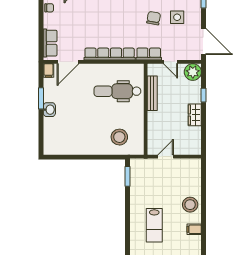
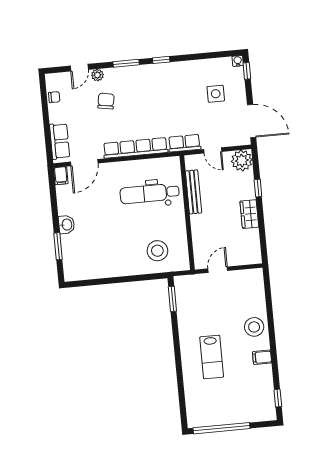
chair: (154, 18) -> (106, 101), moved
window: (41, 98) -> (58, 246), moved

